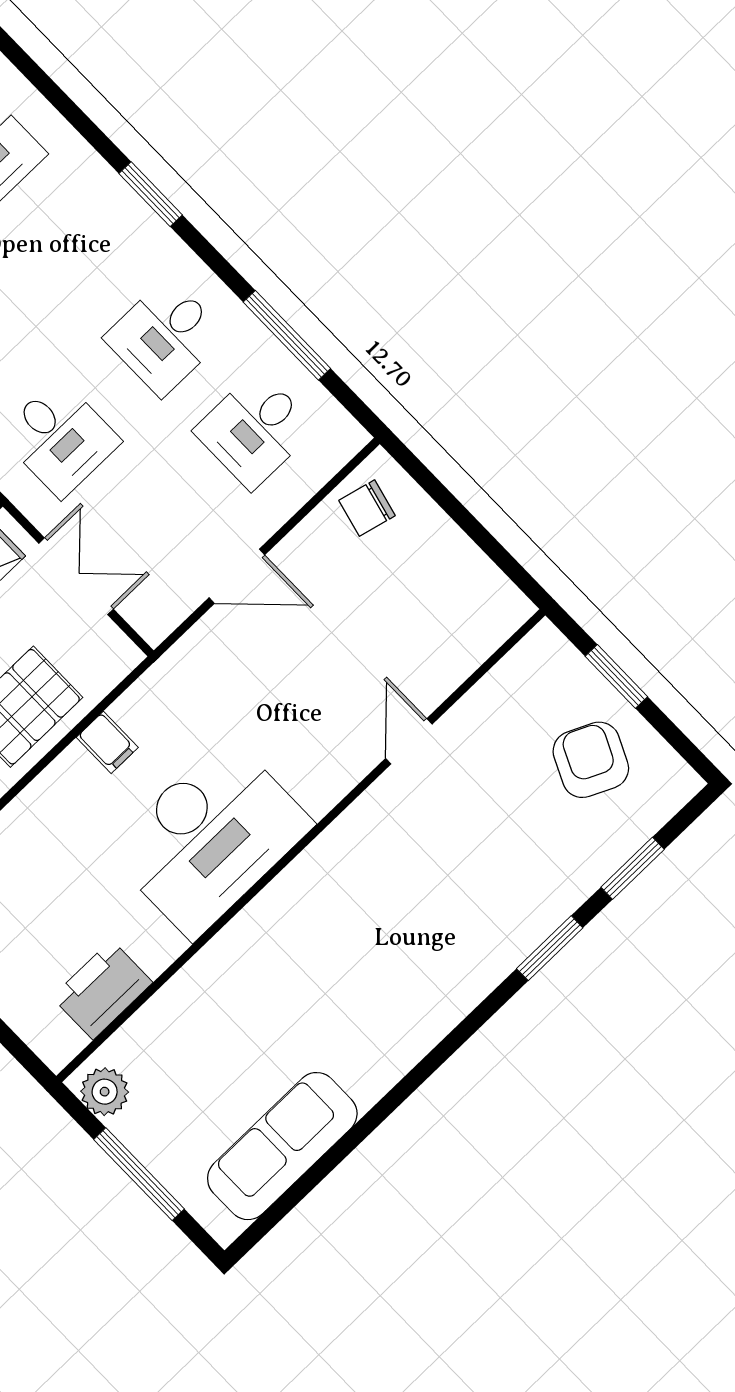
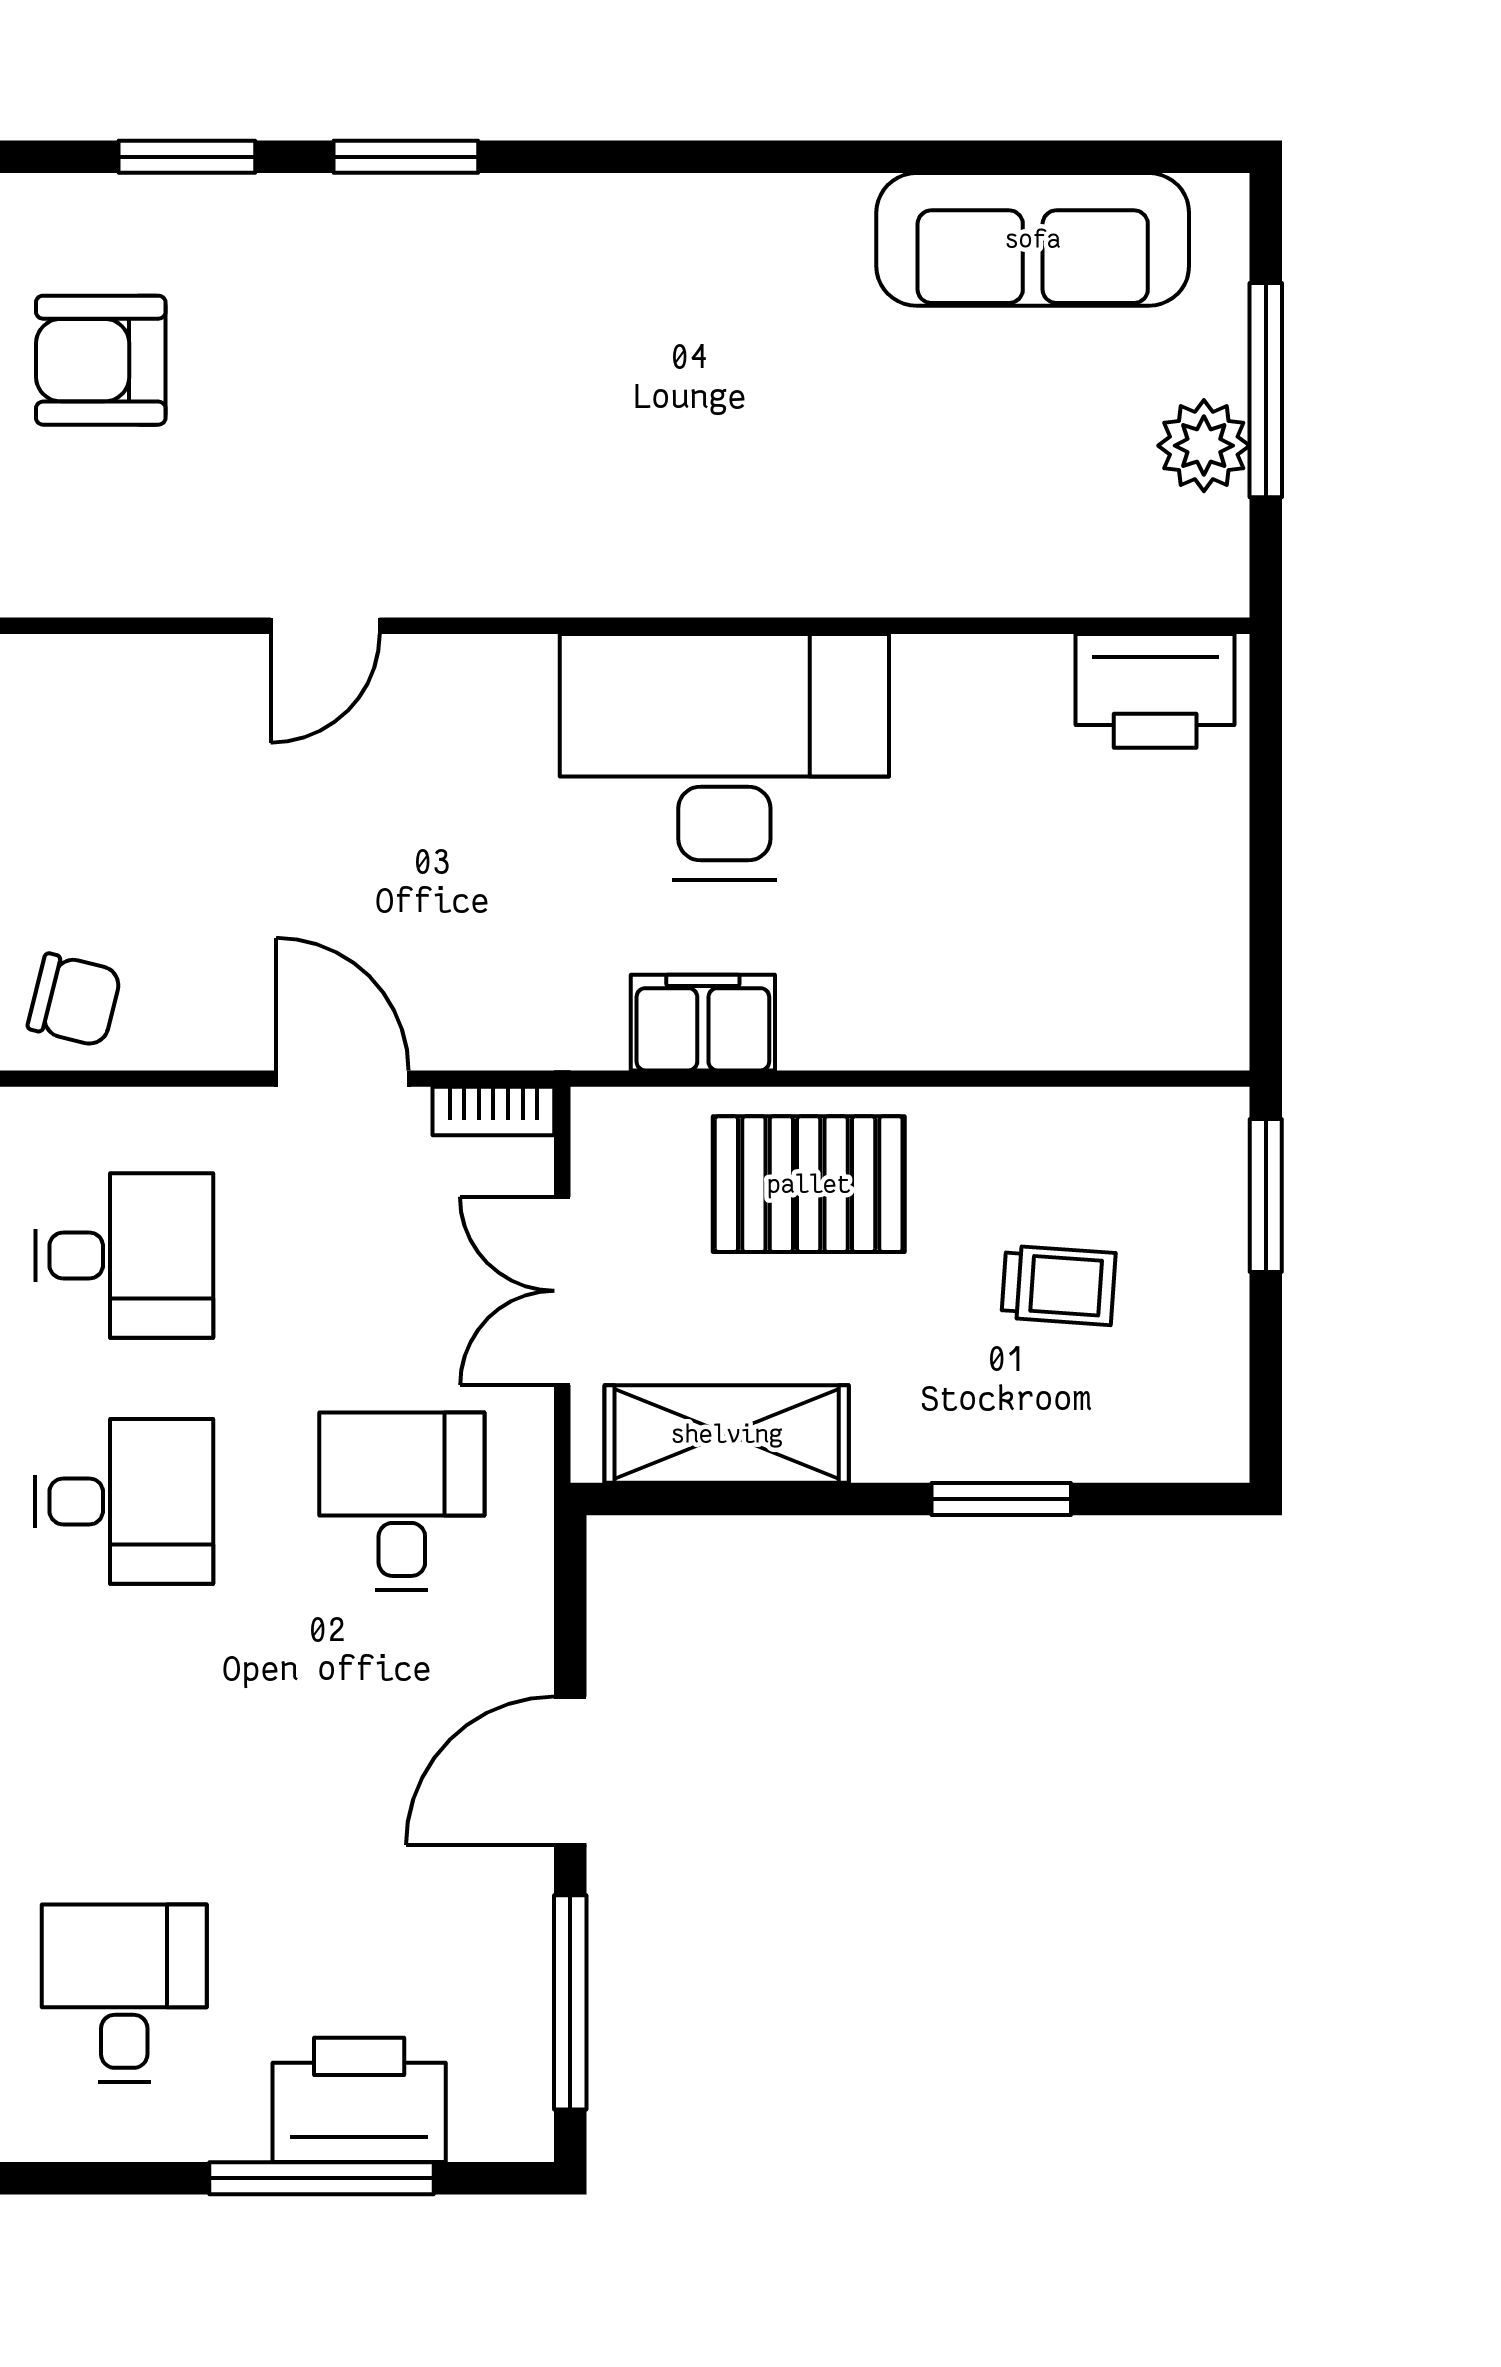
bookcase: (168, 619) -> (493, 1111), added
filing cabinet: (107, 742) -> (703, 1023), width x2.00
armchair: (591, 760) -> (101, 360), turned 65
printer: (102, 990) -> (1155, 691), moved
plant: (105, 1092) -> (1204, 446), moved

